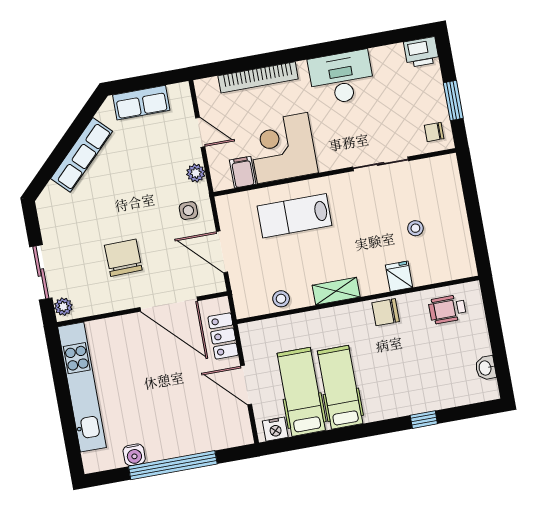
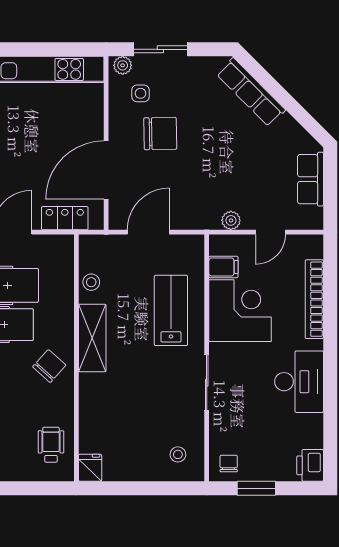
row of seats: (82, 155) -> (251, 92), moved
sliding door: (381, 164) -> (207, 383), moved
side table: (188, 211) -> (140, 93), moved
stool: (415, 228) -> (178, 454), moved
fridge: (399, 276) -> (90, 468), moved, turned -90
shelving: (336, 291) -> (92, 338), width x1.50, depth x1.33
chair: (386, 312) -> (49, 366), moved, turned 42

